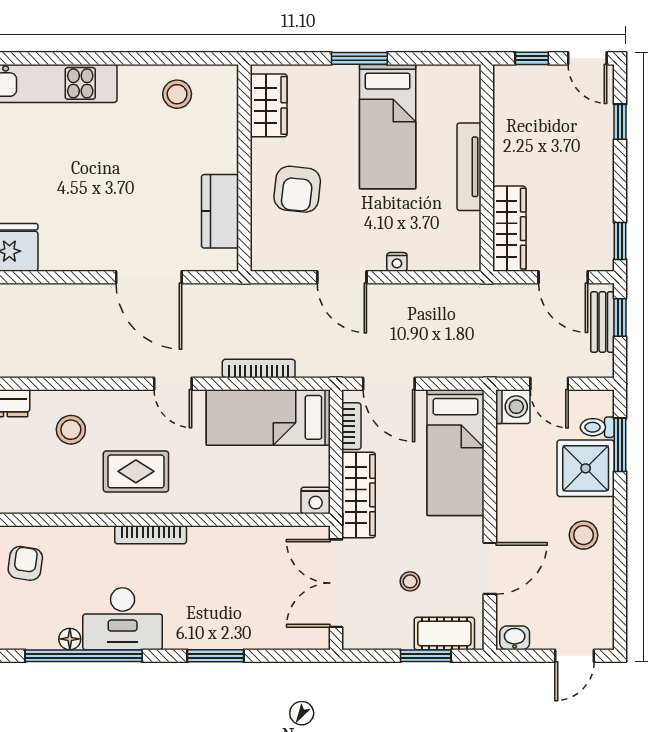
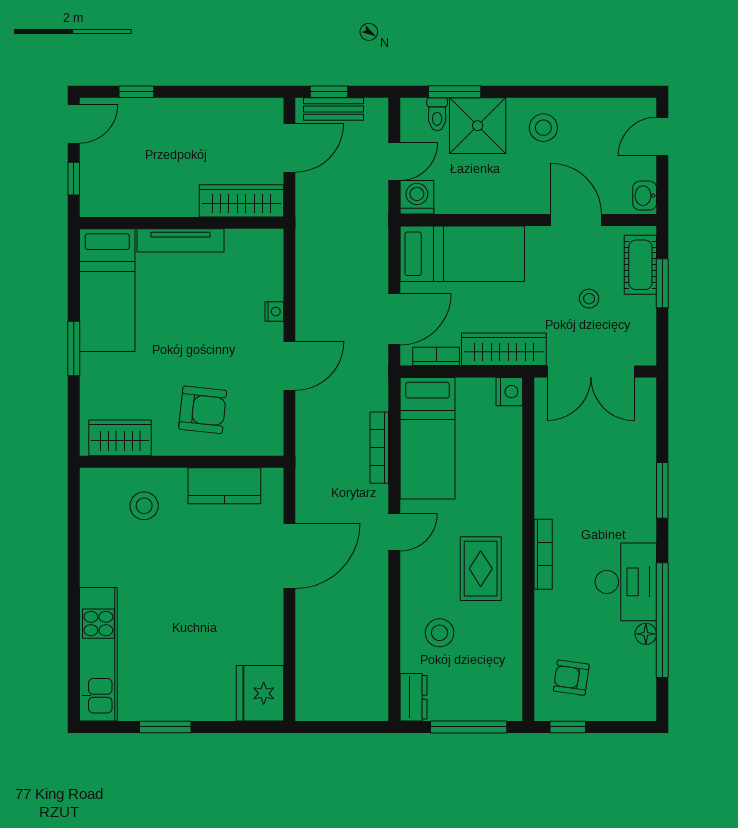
stool: (177, 94) -> (144, 506), moved
bed: (388, 127) -> (107, 290), moved, turned 90
window: (620, 241) -> (254, 92), removed
door: (575, 656) -> (662, 137), swing flipped

